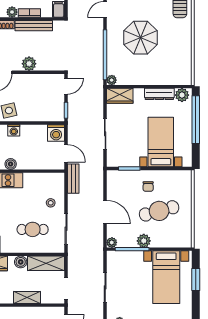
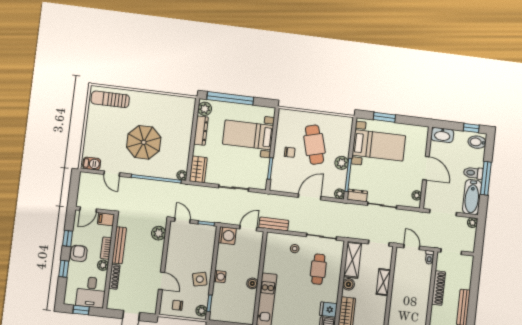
plant: (29, 64) -> (159, 233), moved
dresser: (112, 261) -> (357, 195), added

